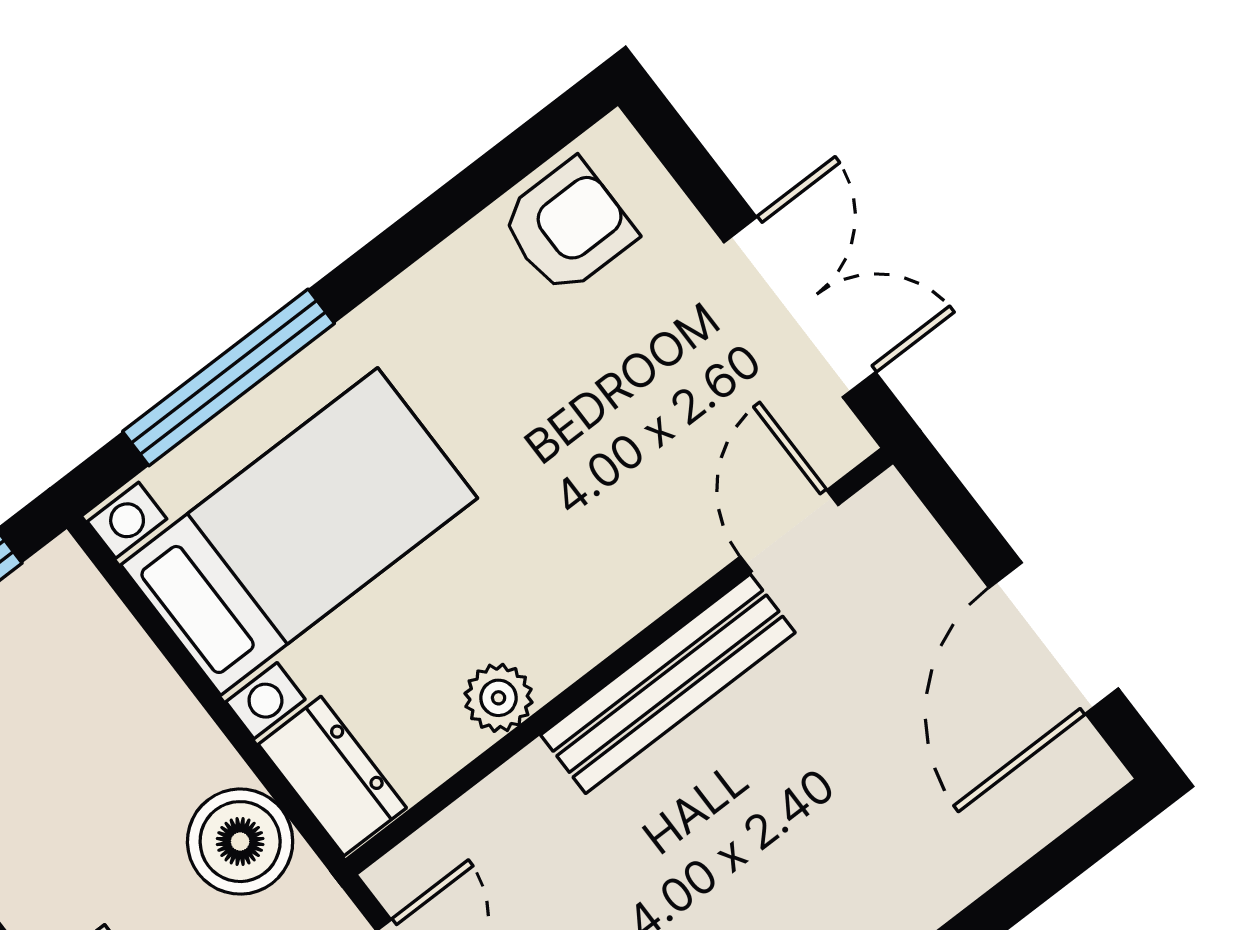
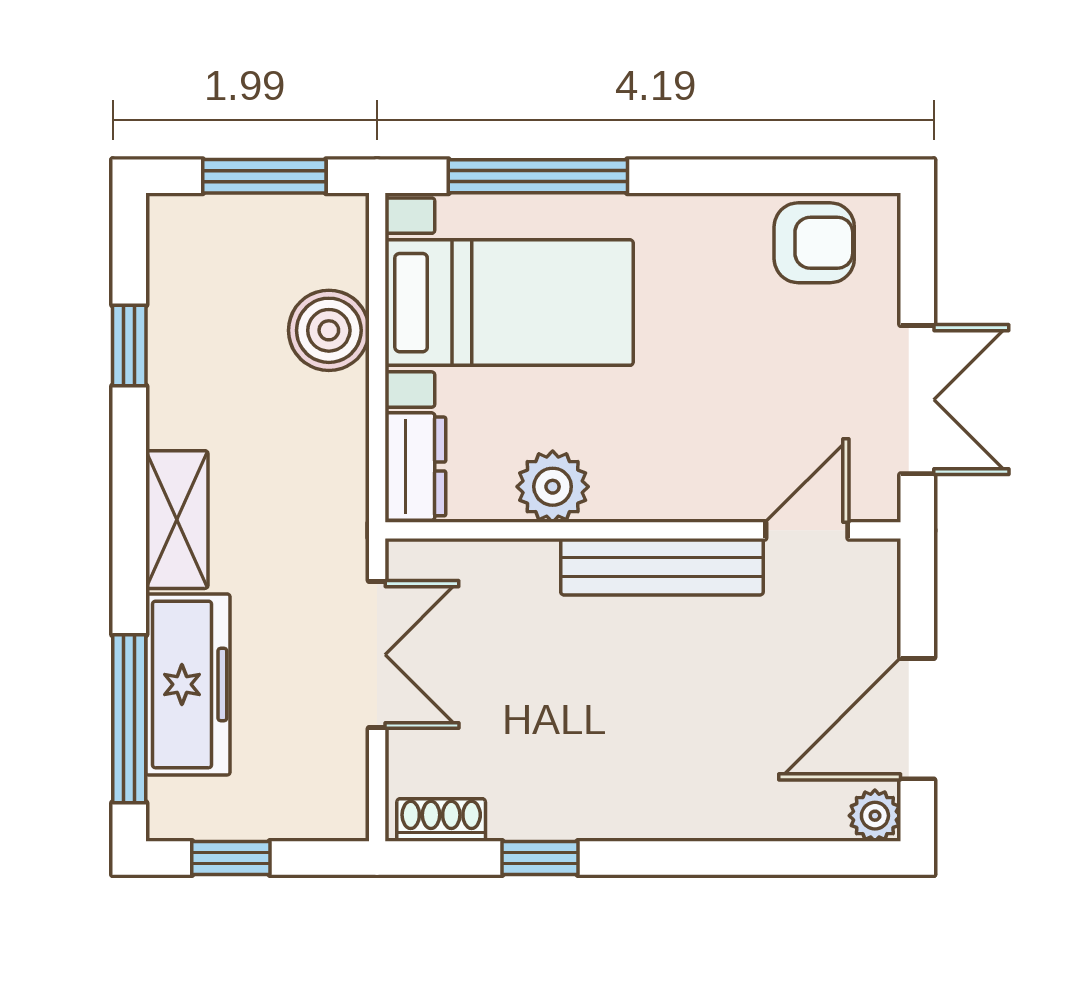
plant: (499, 698) -> (553, 487), width x1.38, depth x1.38
plant: (1087, 772) -> (875, 816), added
boiler: (240, 842) -> (329, 330), moved

